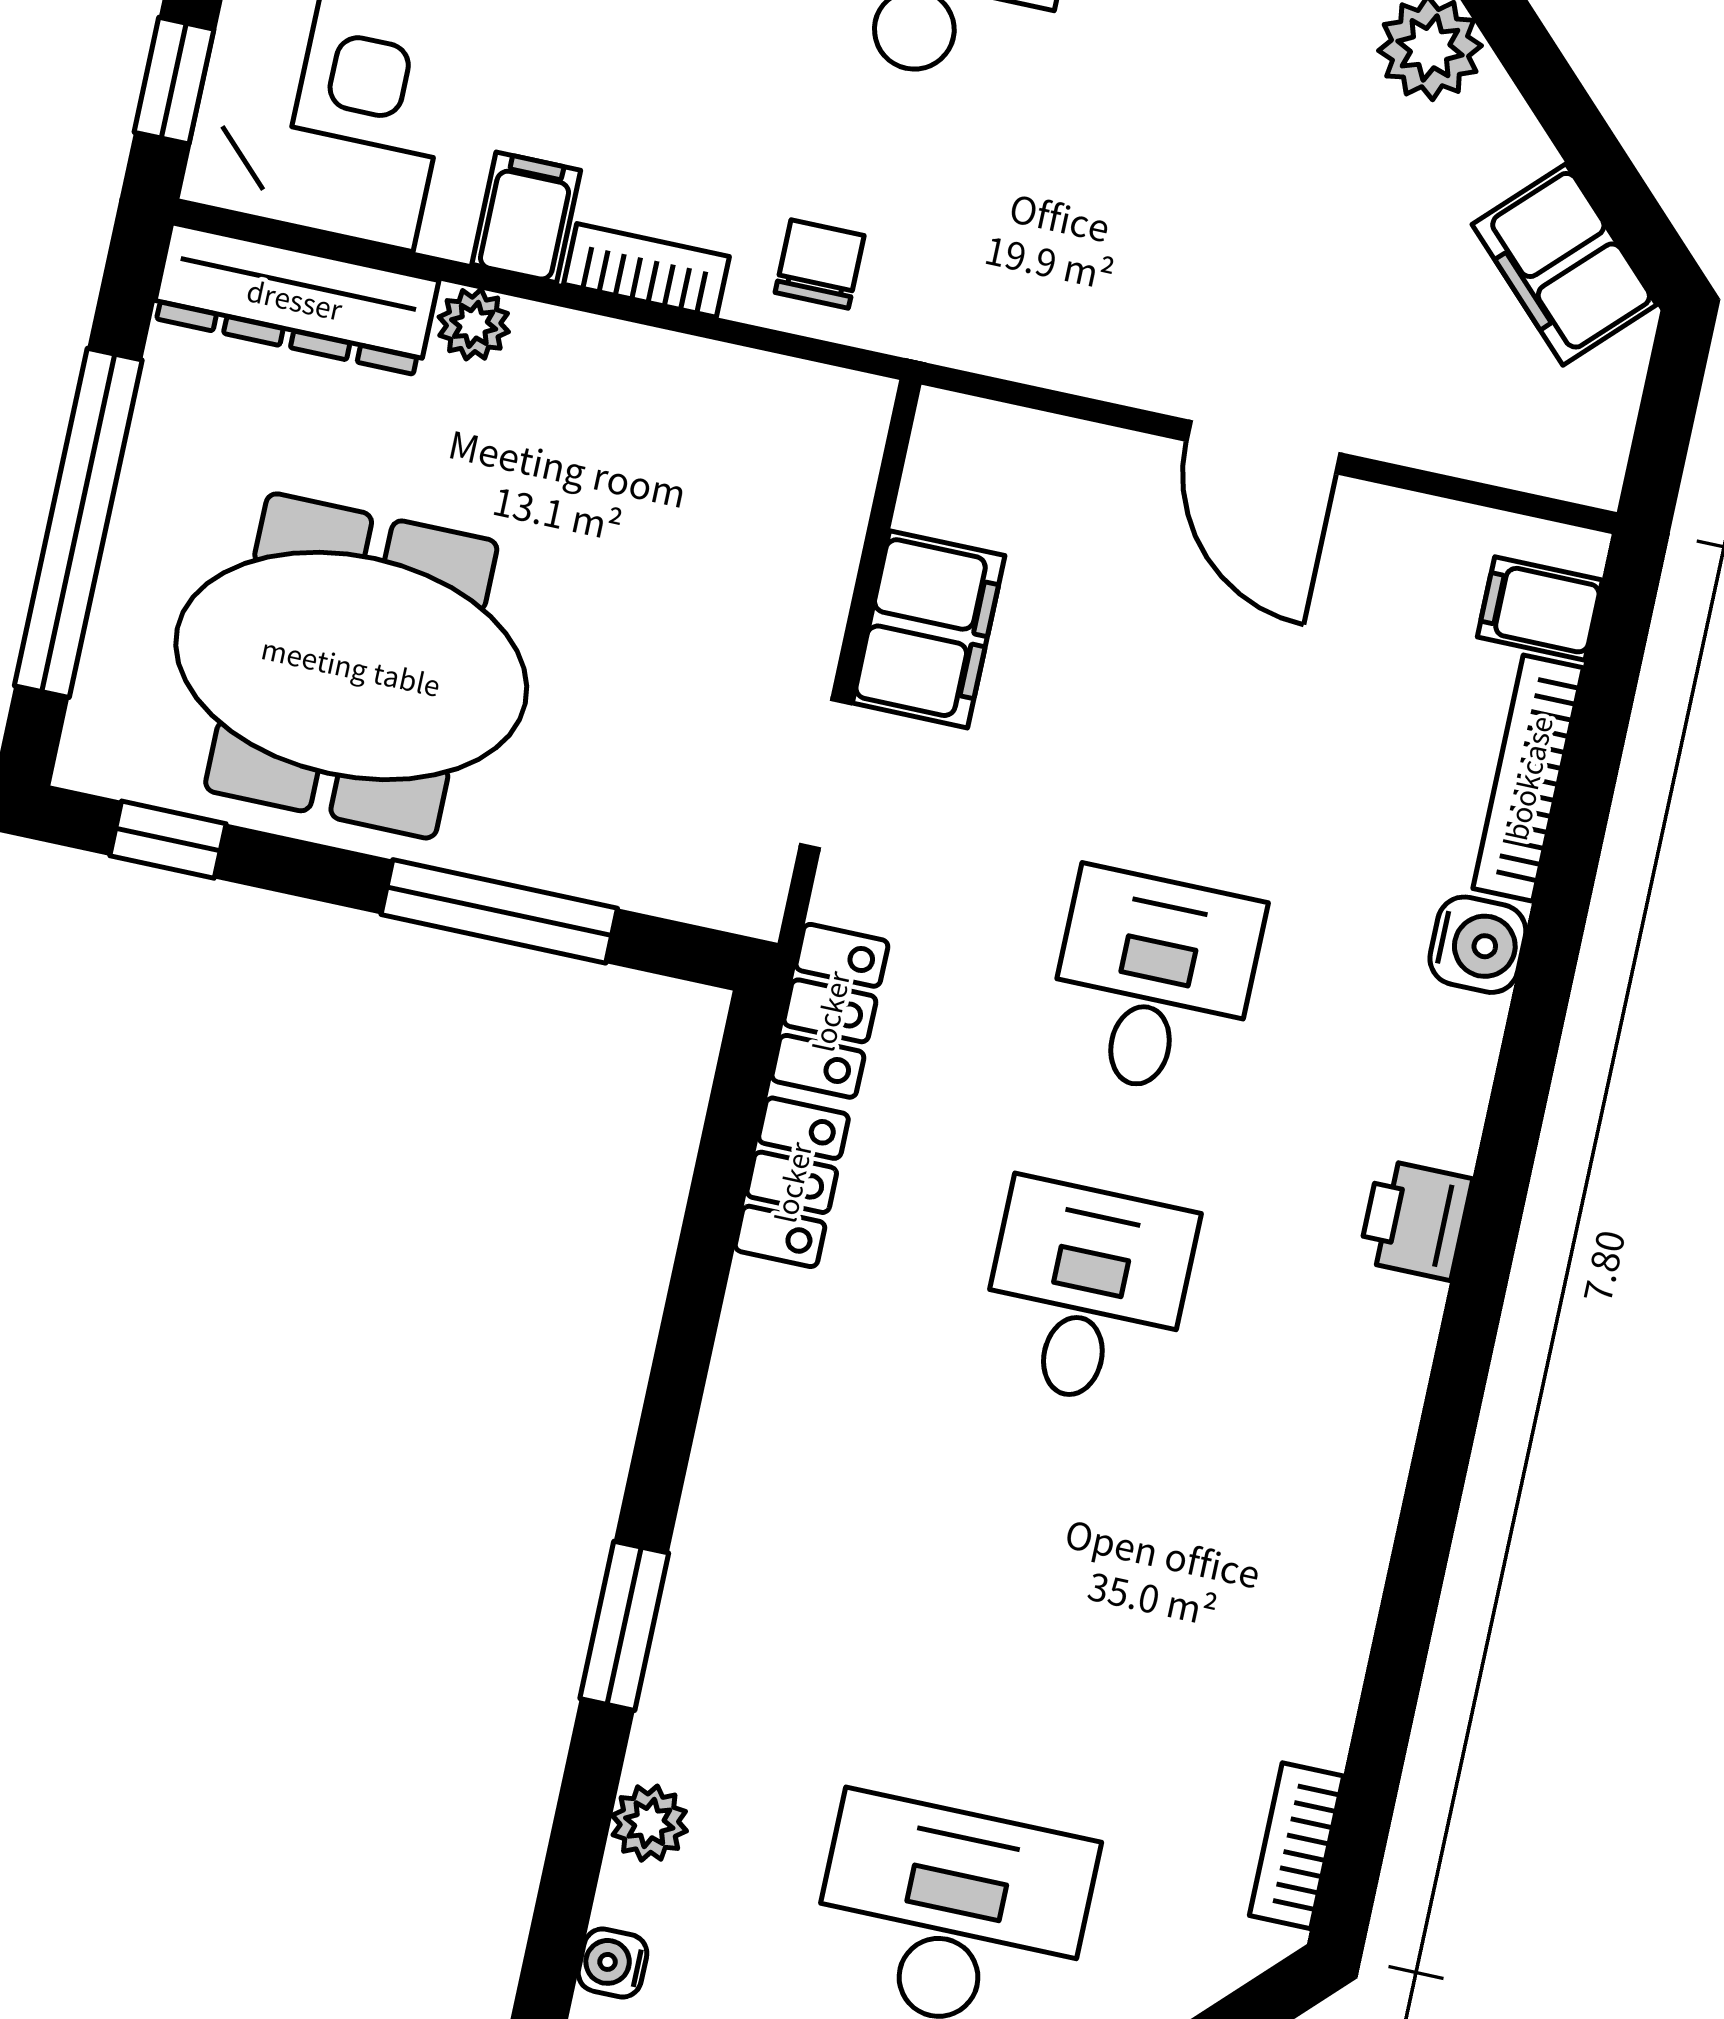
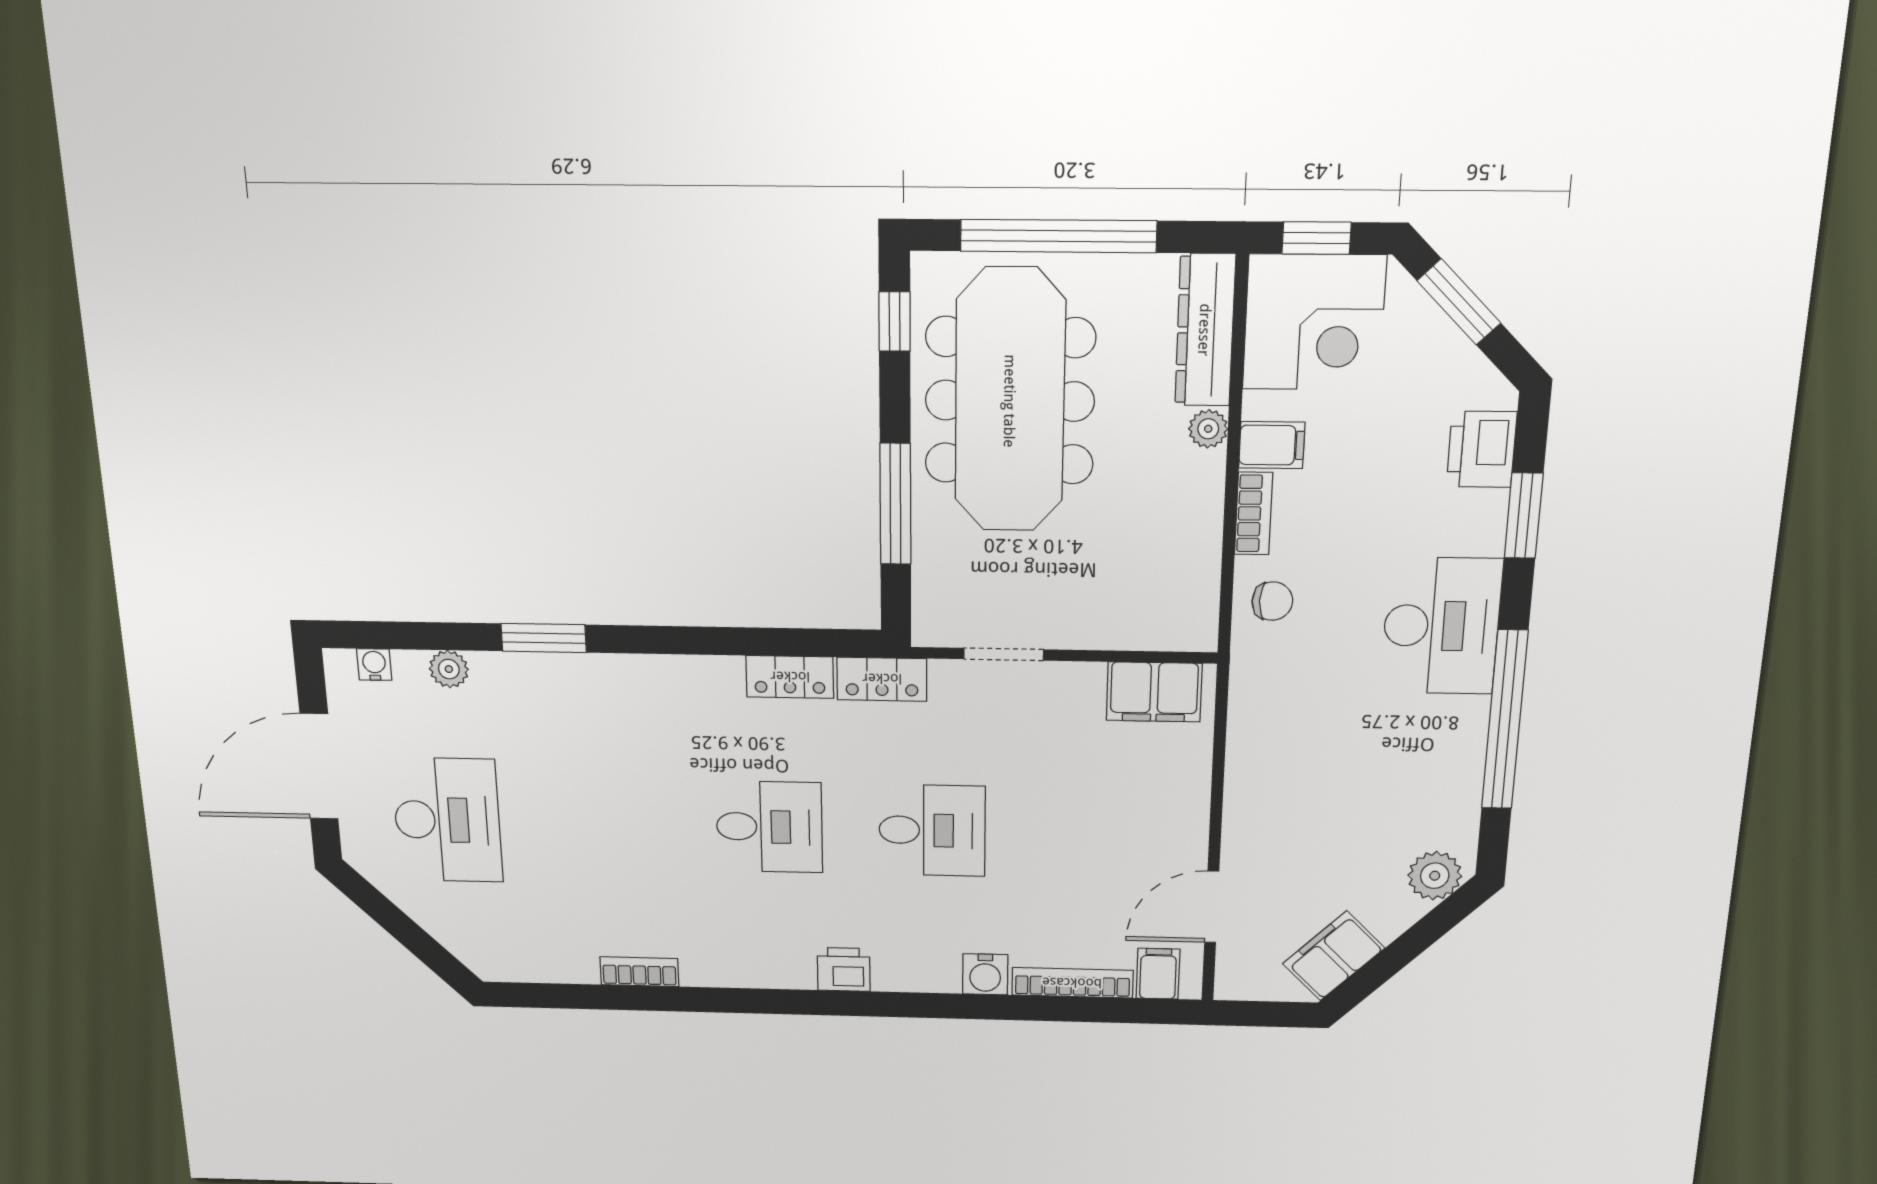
door: (1263, 447) -> (1212, 907), moved
filing cabinet: (929, 629) -> (1154, 692), moved
meeting table: (351, 666) -> (1010, 401), width x1.36
bookcase: (1296, 1846) -> (639, 972), moved

